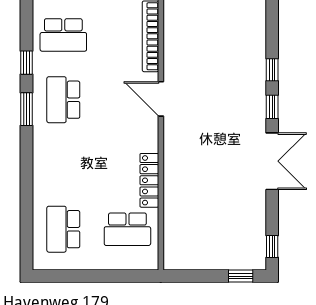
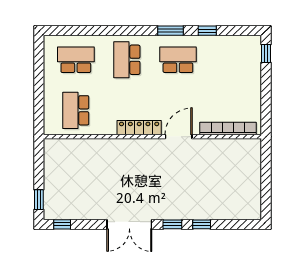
school desk: (63, 35) -> (127, 60), moved
locker: (149, 180) -> (139, 128), moved

